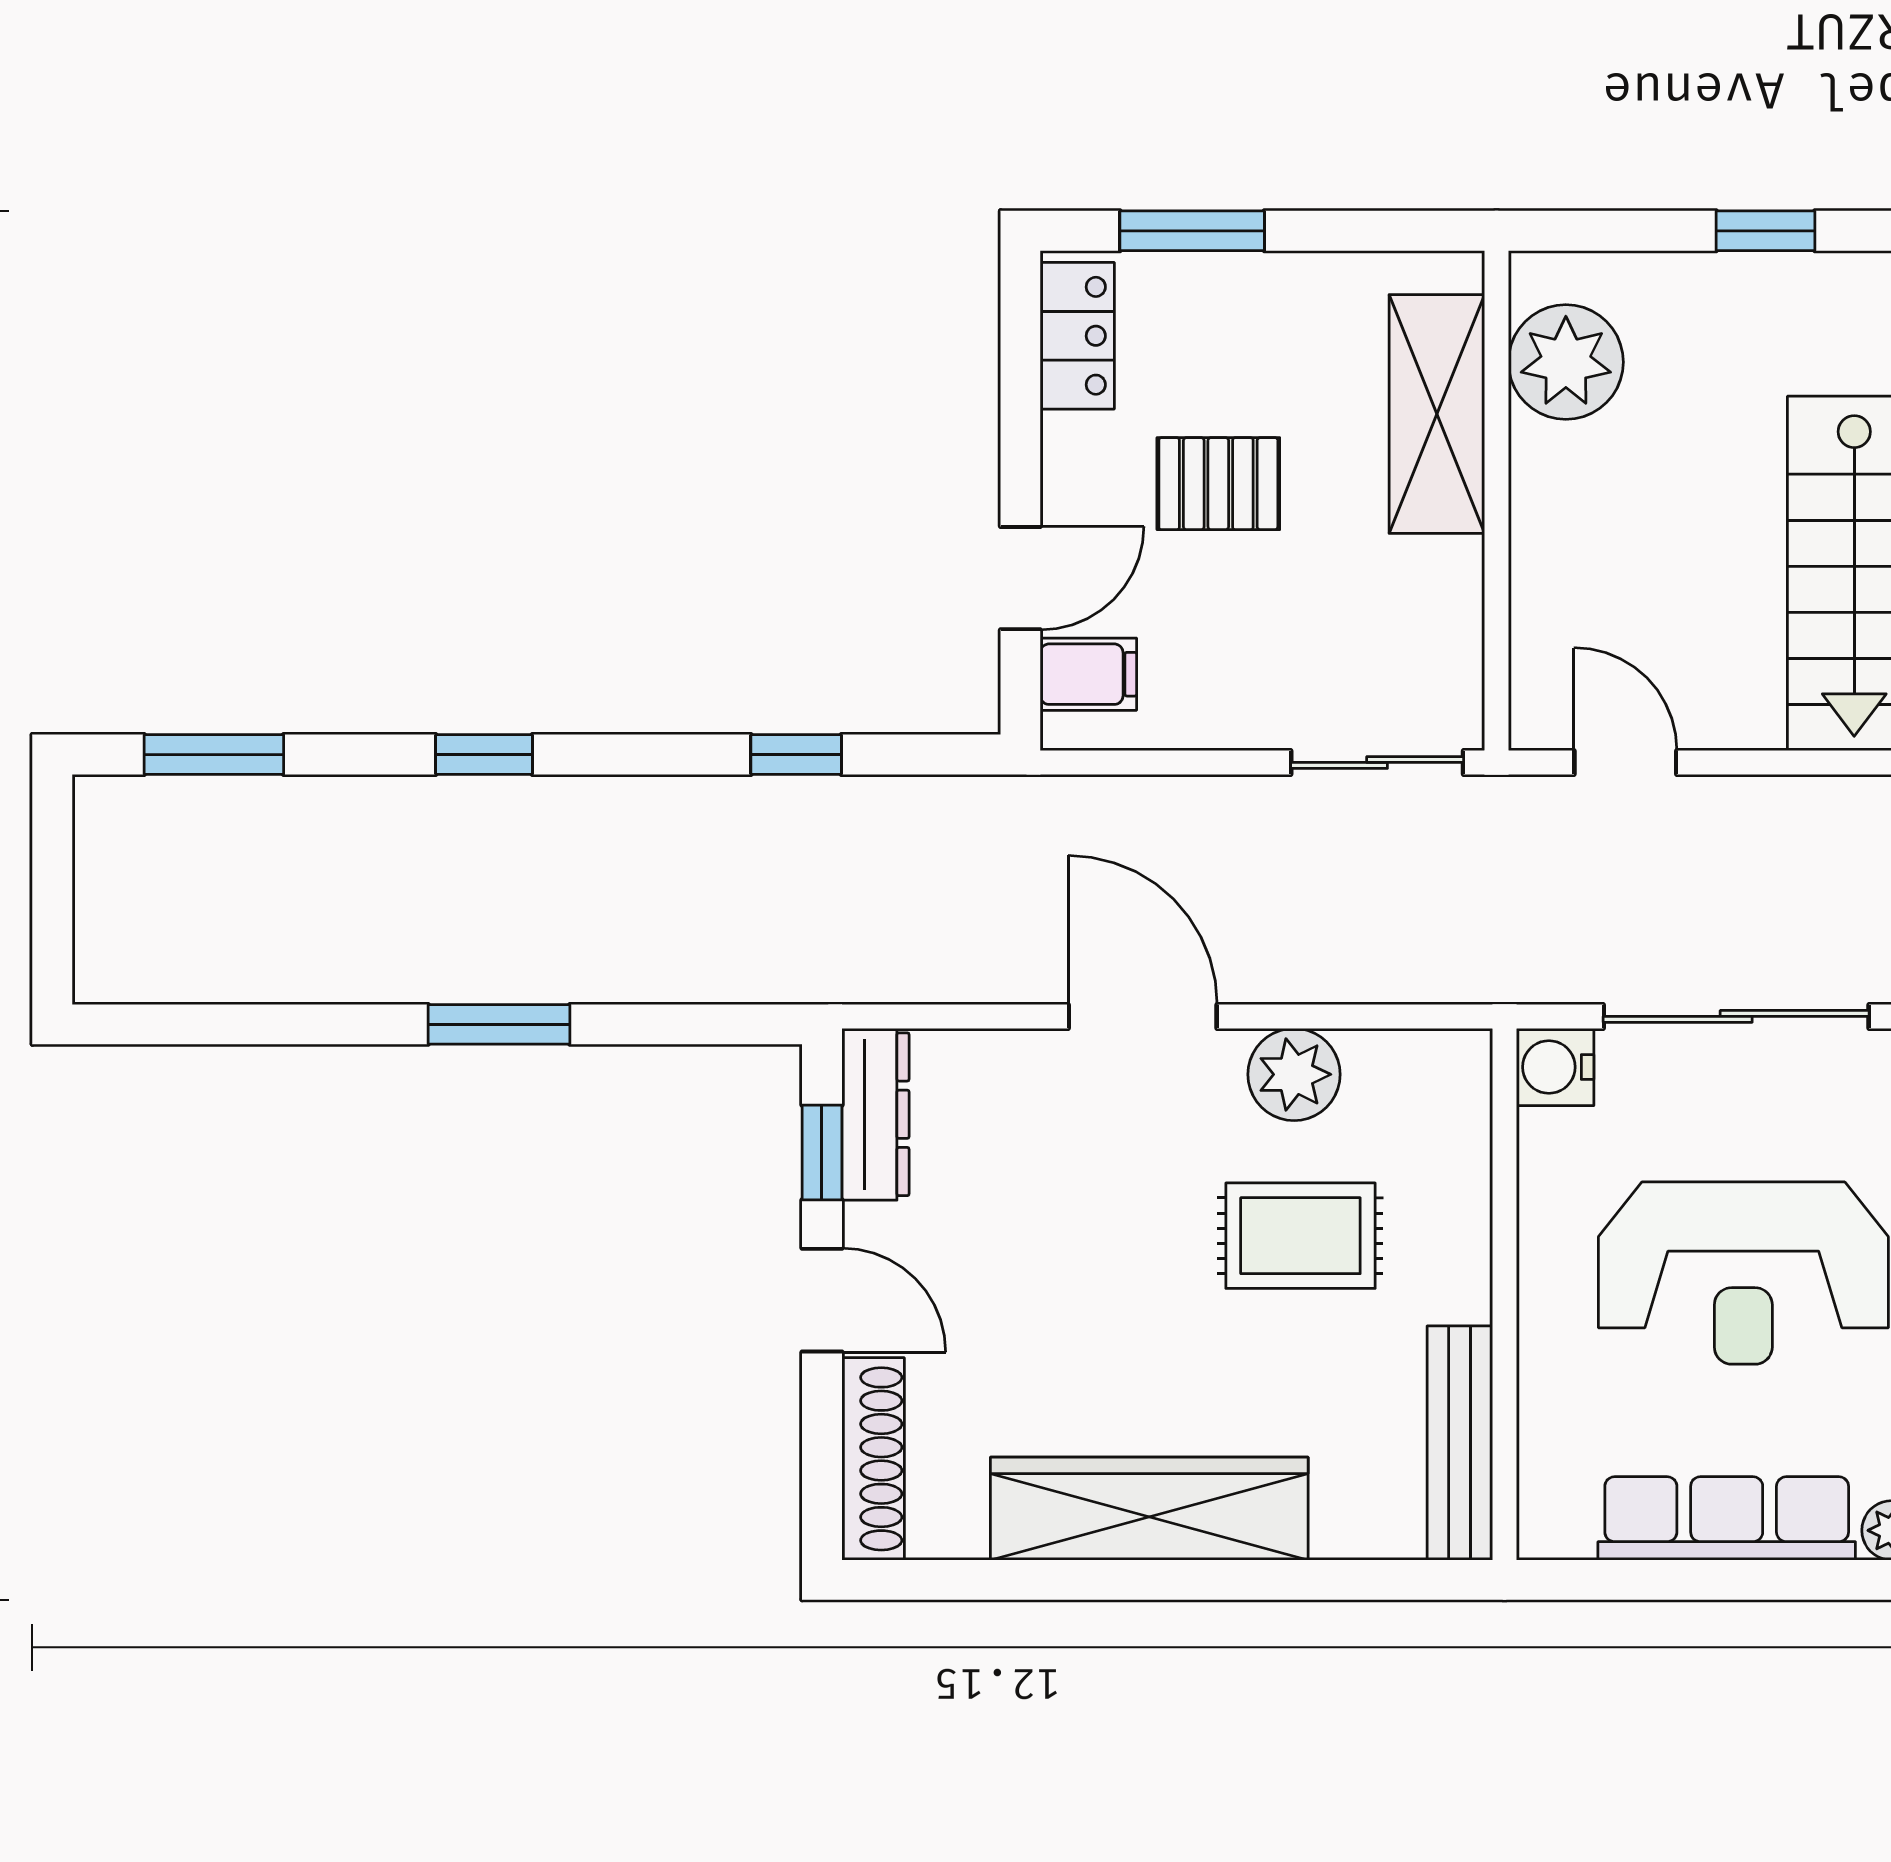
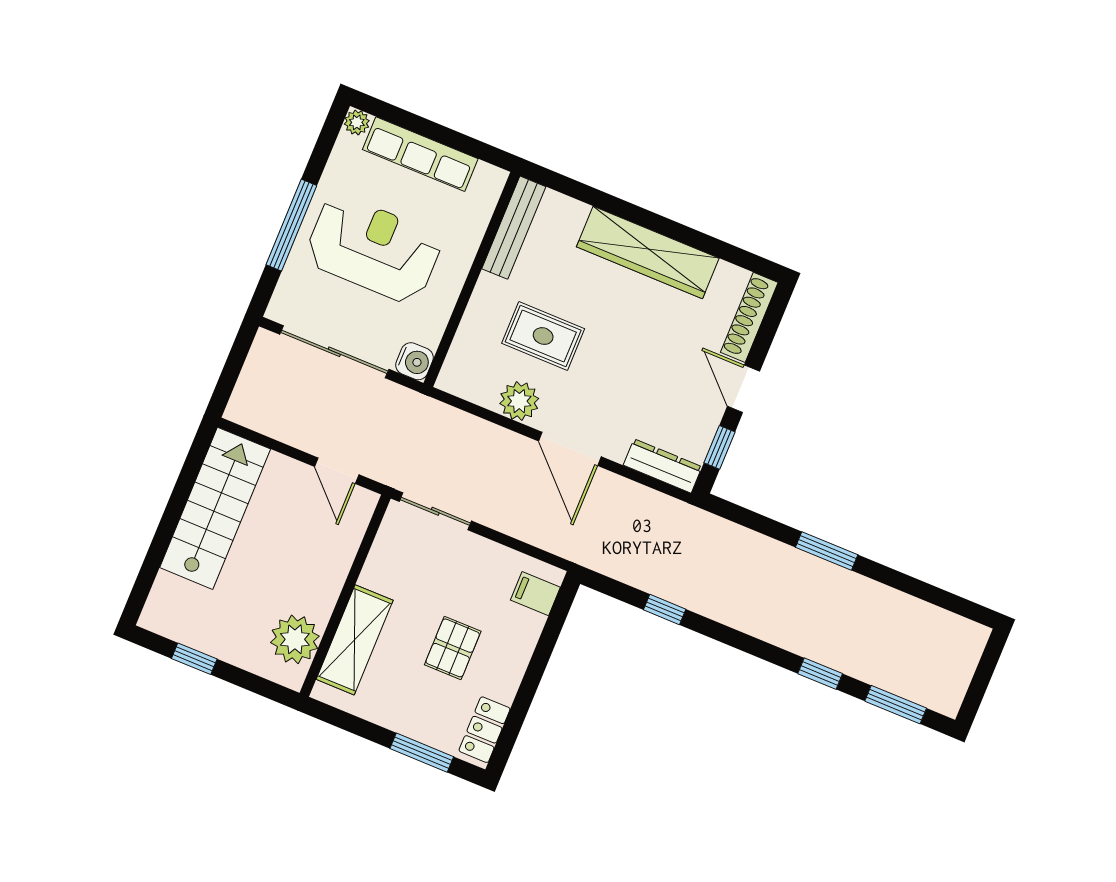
pallet: (1218, 484) -> (453, 648), turned 90
door: (1020, 578) -> (547, 643), removed
window: (484, 755) -> (820, 674), moved
dresser: (875, 1114) -> (663, 466), moved, turned 90

